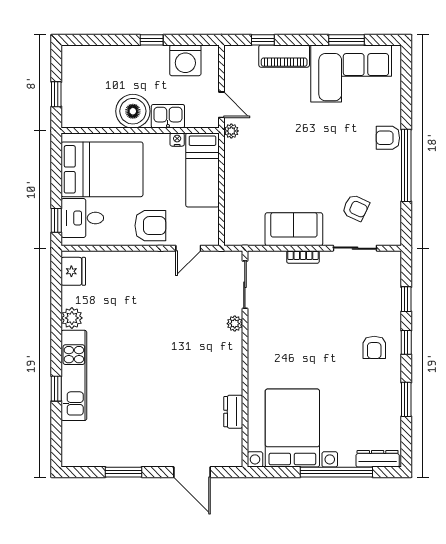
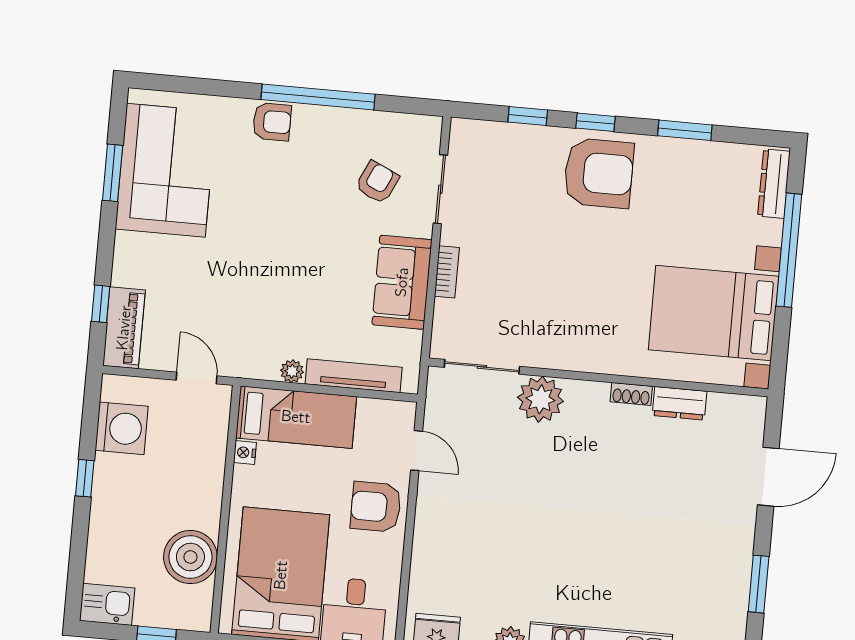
piano: (284, 56) -> (124, 328), moved
door: (221, 105) -> (197, 378), hinge flipped
boiler: (133, 111) -> (190, 557), moved
kitchen sink: (168, 116) -> (107, 604), moved, turned 90
plant: (231, 131) -> (292, 371), moved
armchair: (388, 138) -> (272, 122), turned -90
tv unit: (232, 204) -> (354, 376), added
armchair: (150, 226) -> (376, 507), turned -90
plant: (235, 324) -> (540, 399), width x1.88, depth x1.88
armchair: (374, 347) -> (599, 173), width x1.88, depth x1.88
shoe rack: (236, 381) -> (631, 394), added

